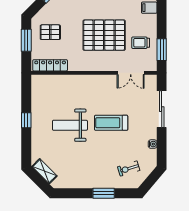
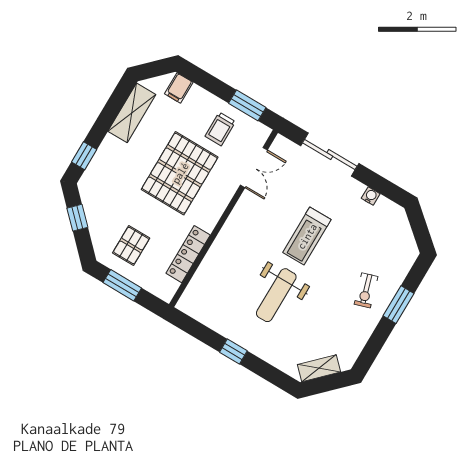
locker: (50, 65) -> (188, 254), moved
exercise bike: (129, 169) -> (366, 290), moved

